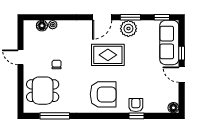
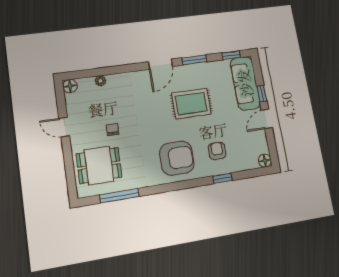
floor lamp: (42, 26) -> (70, 86), moved
plant: (128, 29) -> (194, 73), removed
rug: (108, 55) -> (191, 104), moved
door: (182, 75) -> (267, 119), hinge flipped
armchair: (136, 105) -> (217, 151), moved

